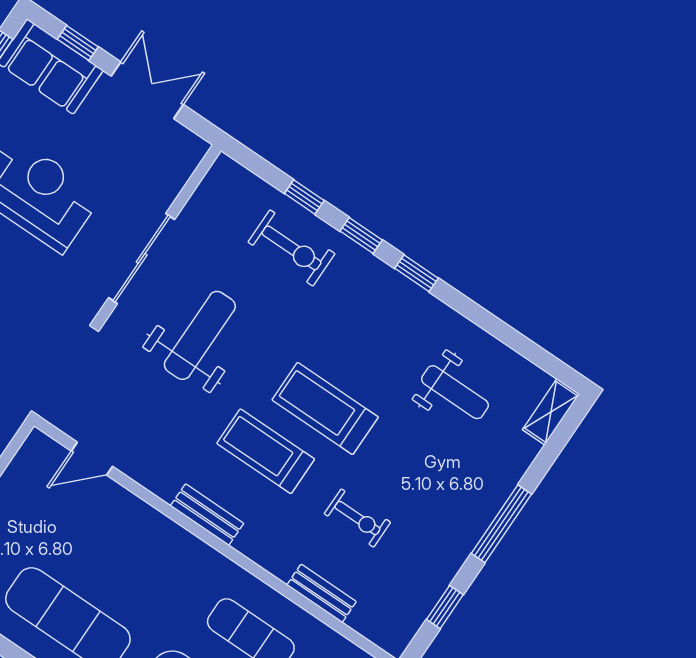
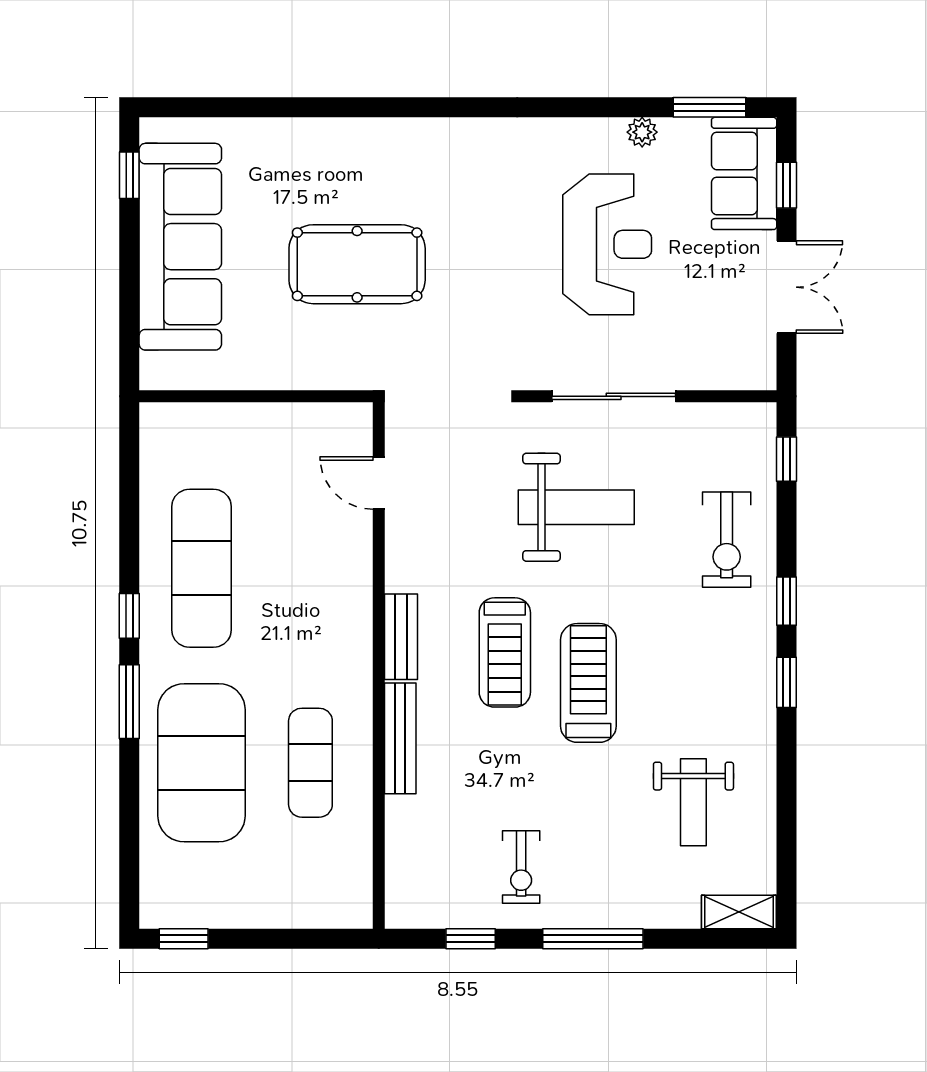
window: (304, 197) -> (786, 459), moved
treadmill: (266, 451) -> (505, 652), turned 180
exercise bike: (357, 518) -> (521, 867), moved
bench: (322, 593) -> (400, 738), moved, width x1.36

